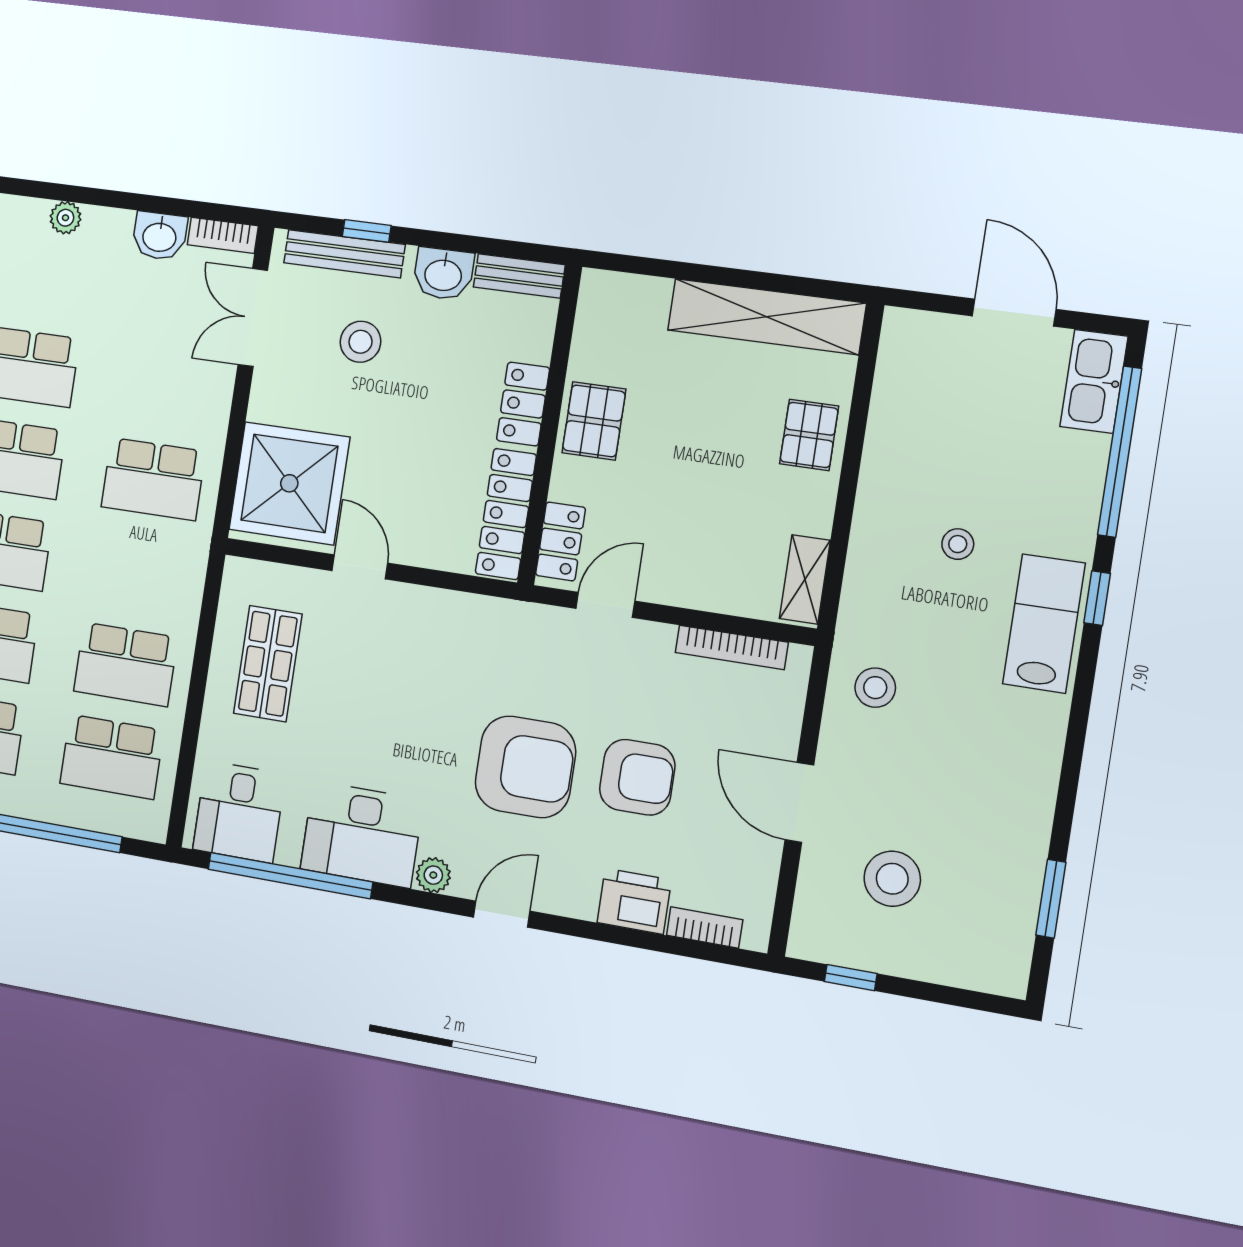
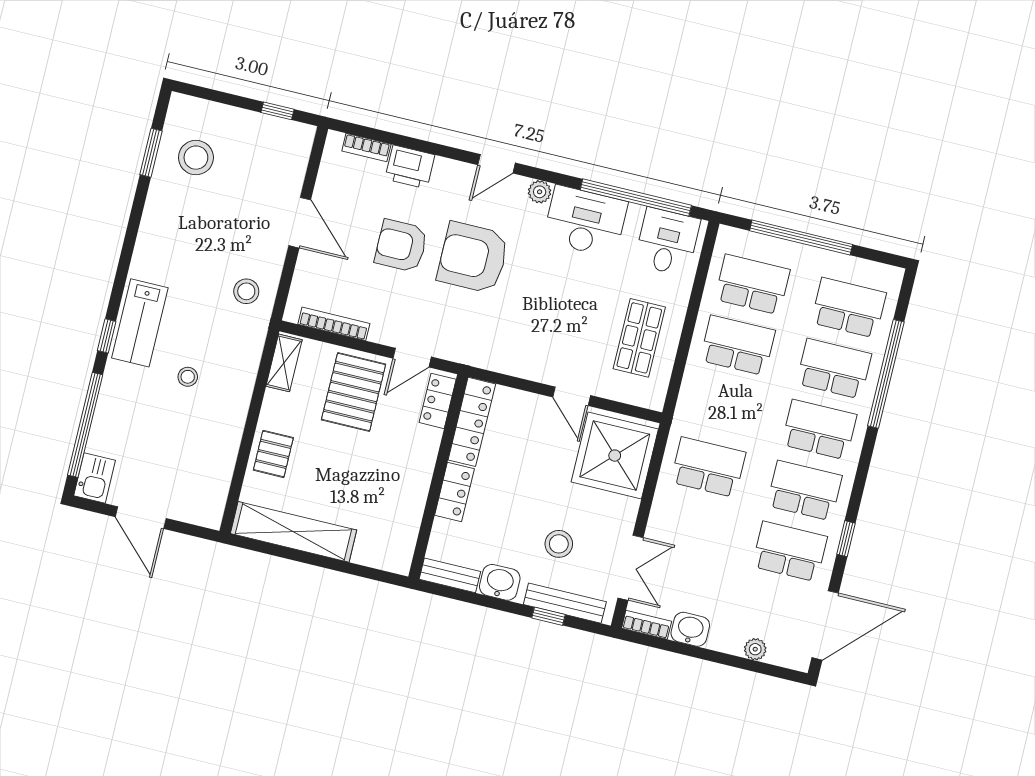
kitchen sink: (1094, 381) -> (95, 478), width x0.73
pallet: (594, 421) -> (354, 392), moved, width x1.50, depth x1.42
stool: (892, 879) -> (196, 158), moved

